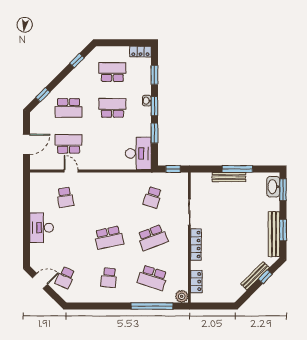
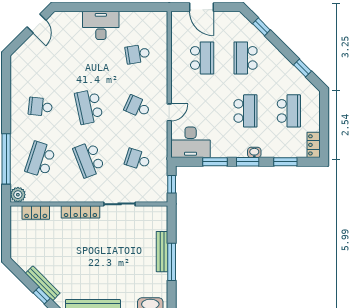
door: (71, 171) -> (169, 112), moved
school desk: (65, 278) -> (137, 107), moved

